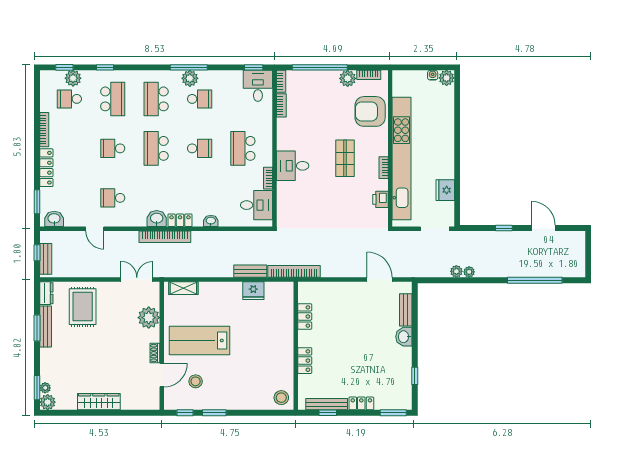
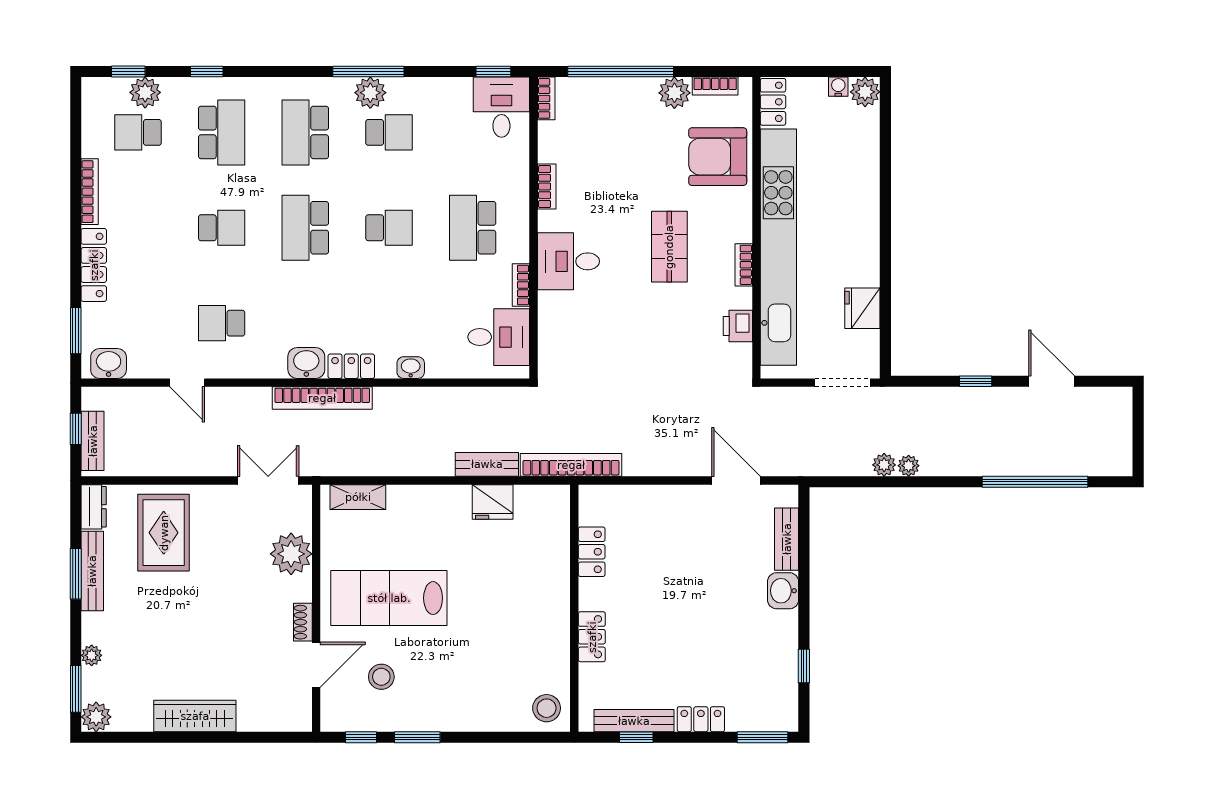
locker: (399, 83) -> (773, 102), added
bookcase: (281, 105) -> (547, 187), moved
school desk: (113, 148) -> (222, 228), turned 180
plant: (45, 388) -> (92, 655), moved

